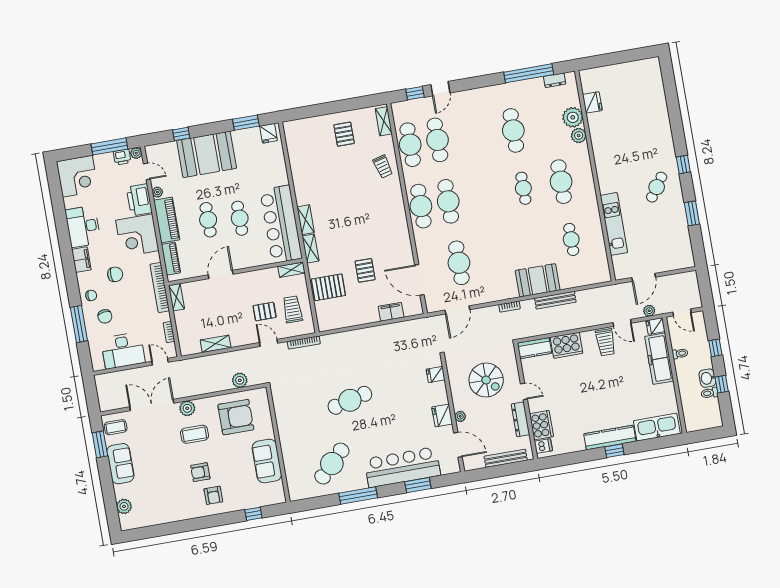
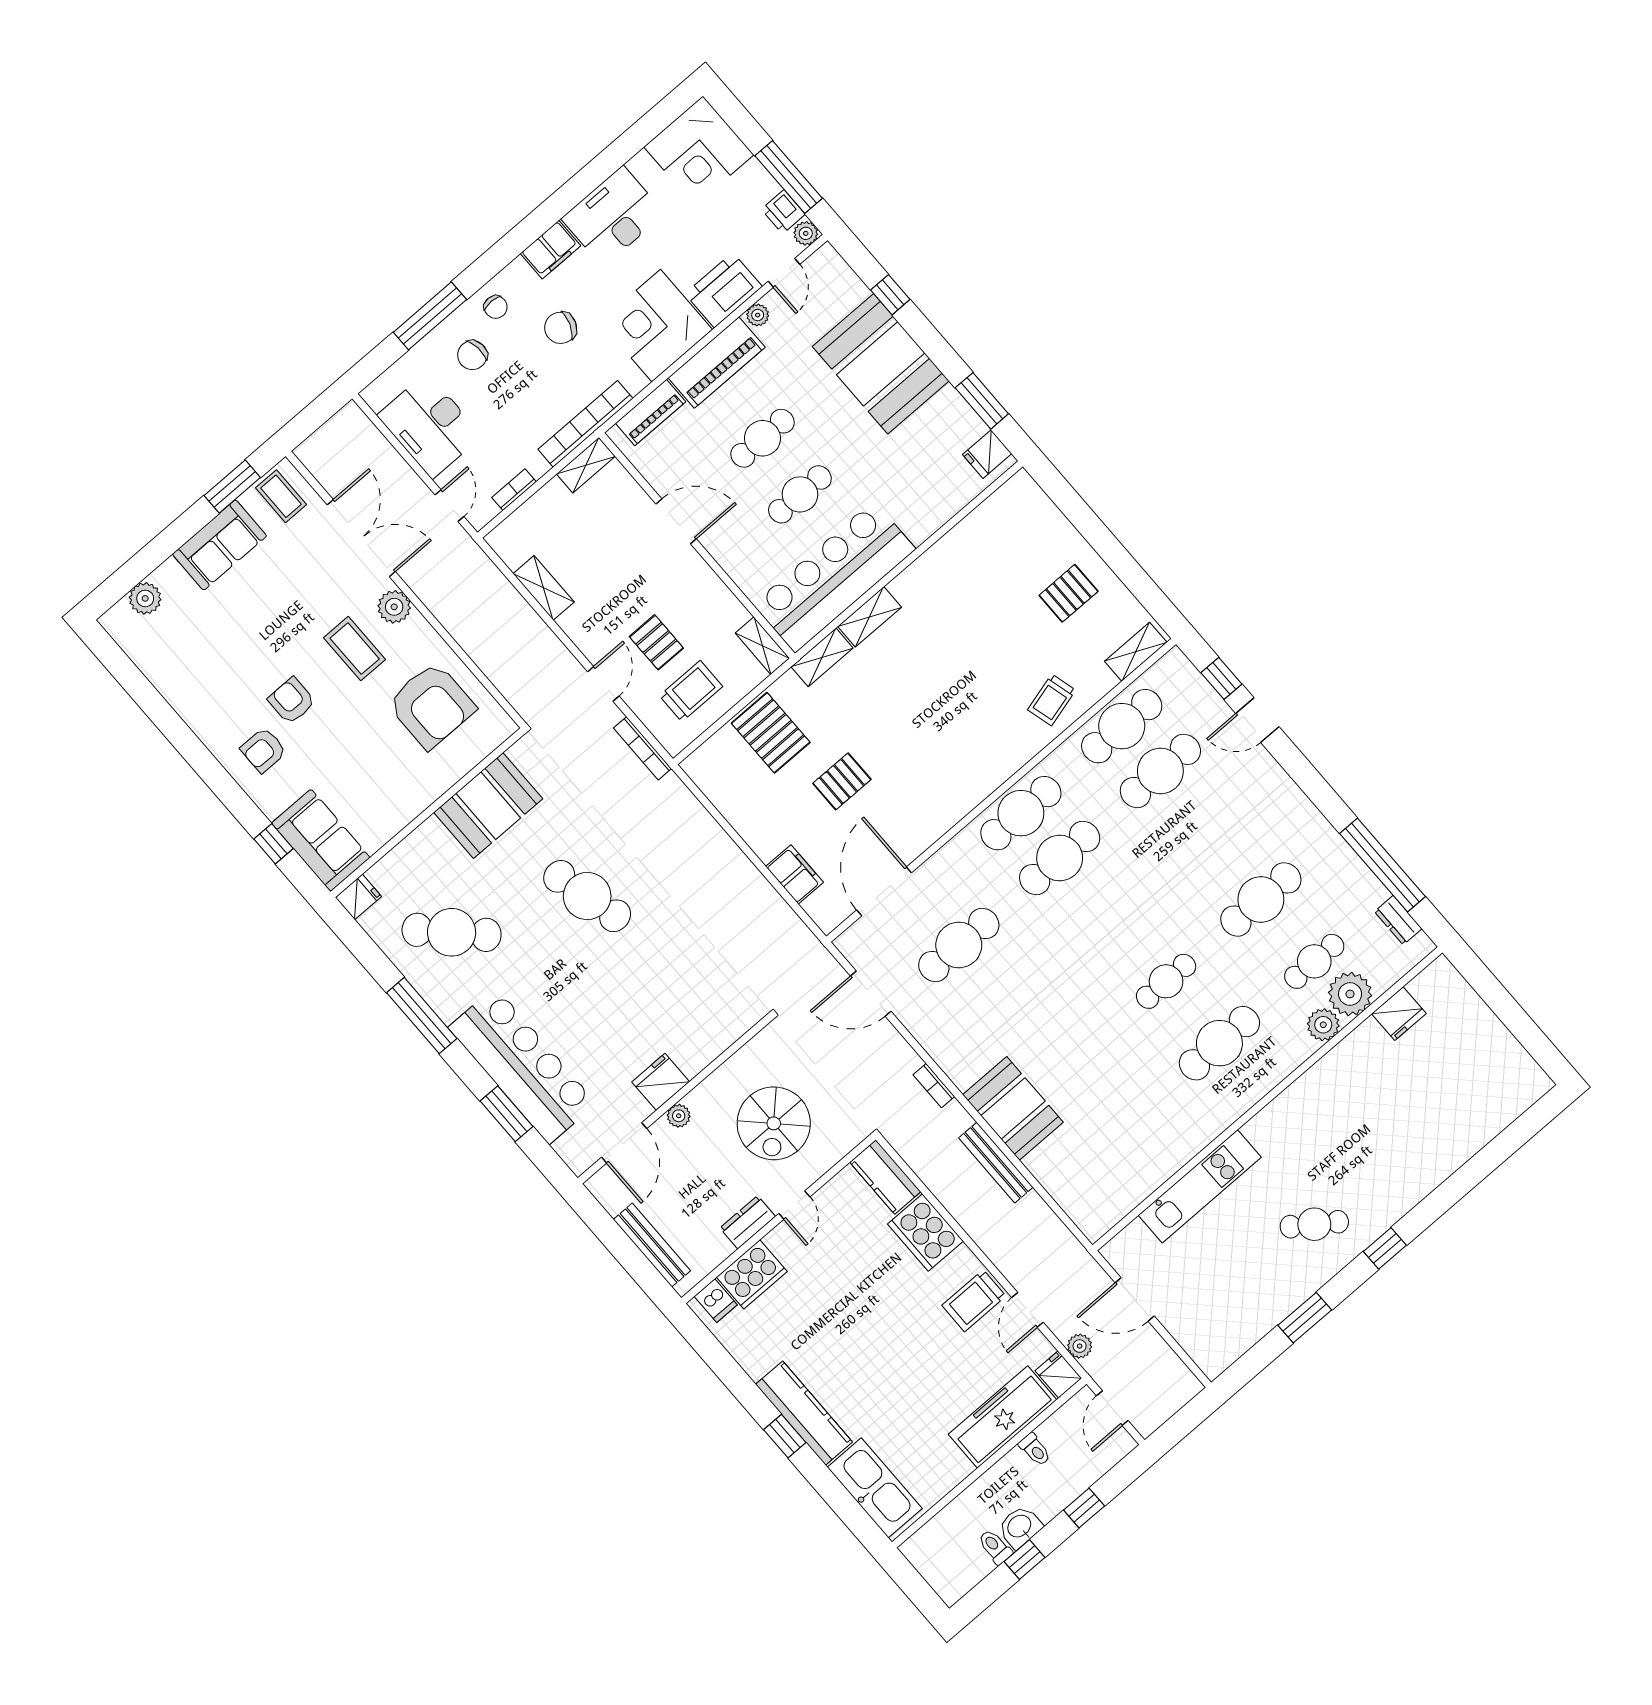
cafe table: (571, 239) -> (1314, 961), moved
chair: (115, 274) -> (561, 328), turned 110
fridge: (436, 374) -> (358, 897), moved, turned 90
plant: (240, 380) -> (503, 672), removed
booth: (290, 418) -> (488, 806), added
dresser: (520, 419) -> (748, 1222), width x0.70
sofa: (267, 461) -> (321, 840), moved, turned 90

